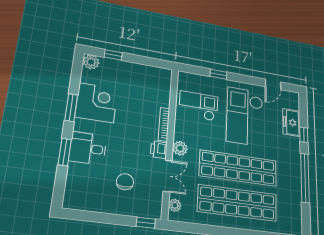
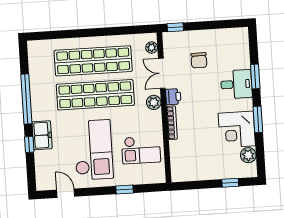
plant: (91, 62) -> (248, 155), moved
door: (273, 84) -> (66, 193), hinge flipped
freezer: (291, 122) -> (42, 135), moved

